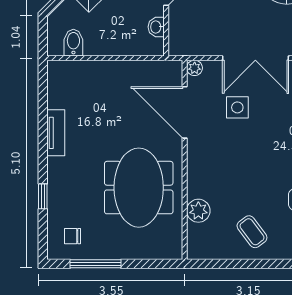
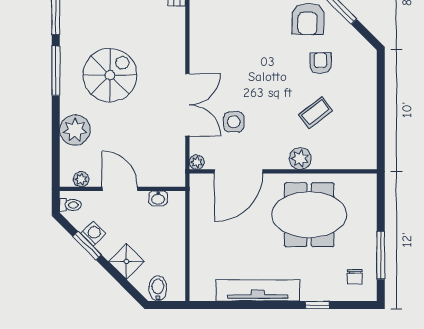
bidet: (73, 43) -> (158, 288), moved, turned 90
tv unit: (56, 133) -> (258, 290), width x1.92, depth x1.29
plant: (198, 211) -> (300, 159), moved
coffee table: (252, 232) -> (315, 113), moved

